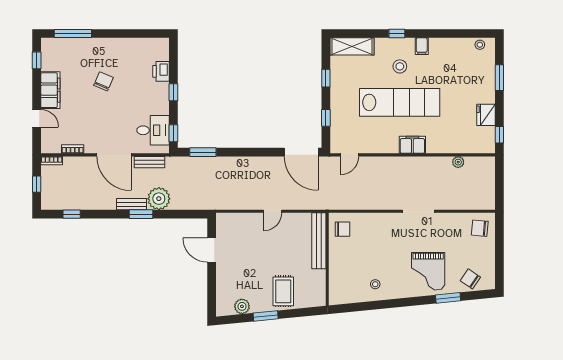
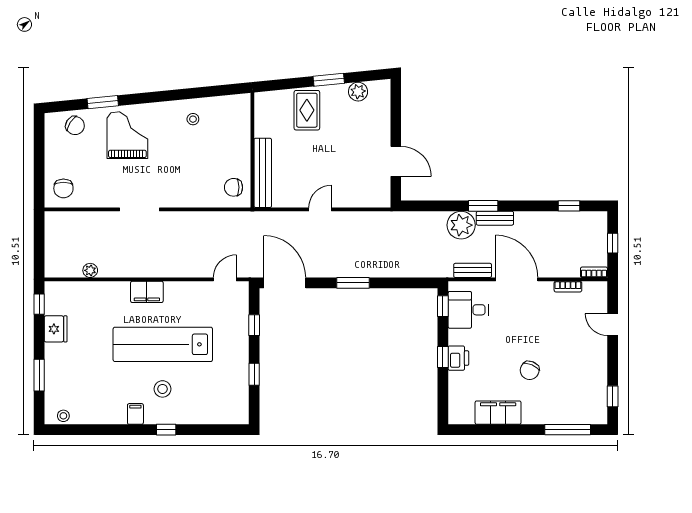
shelving: (352, 46) -> (222, 414), removed
printer: (161, 71) -> (458, 358), moved
filing cabinet: (50, 90) -> (498, 413), moved, turned 90
window: (203, 152) -> (353, 283), moved
chair: (480, 228) -> (63, 188), turned 85

